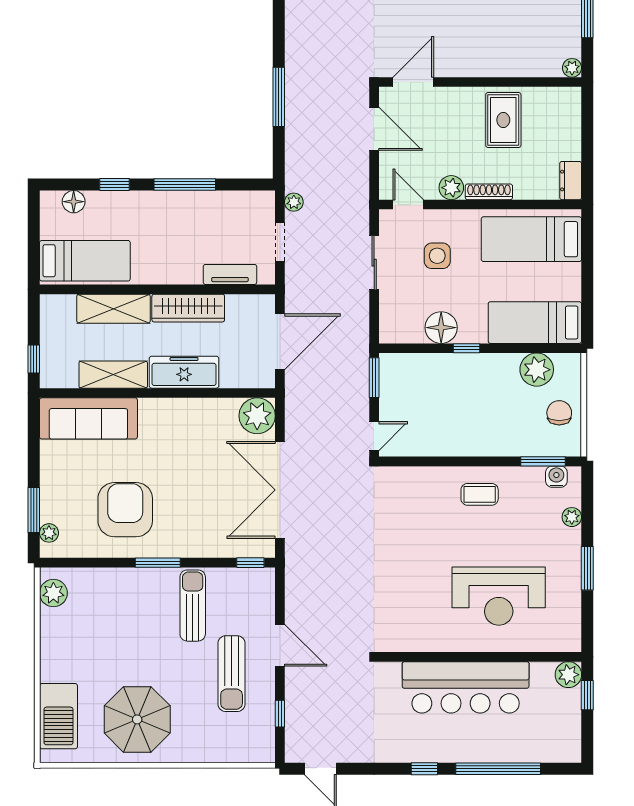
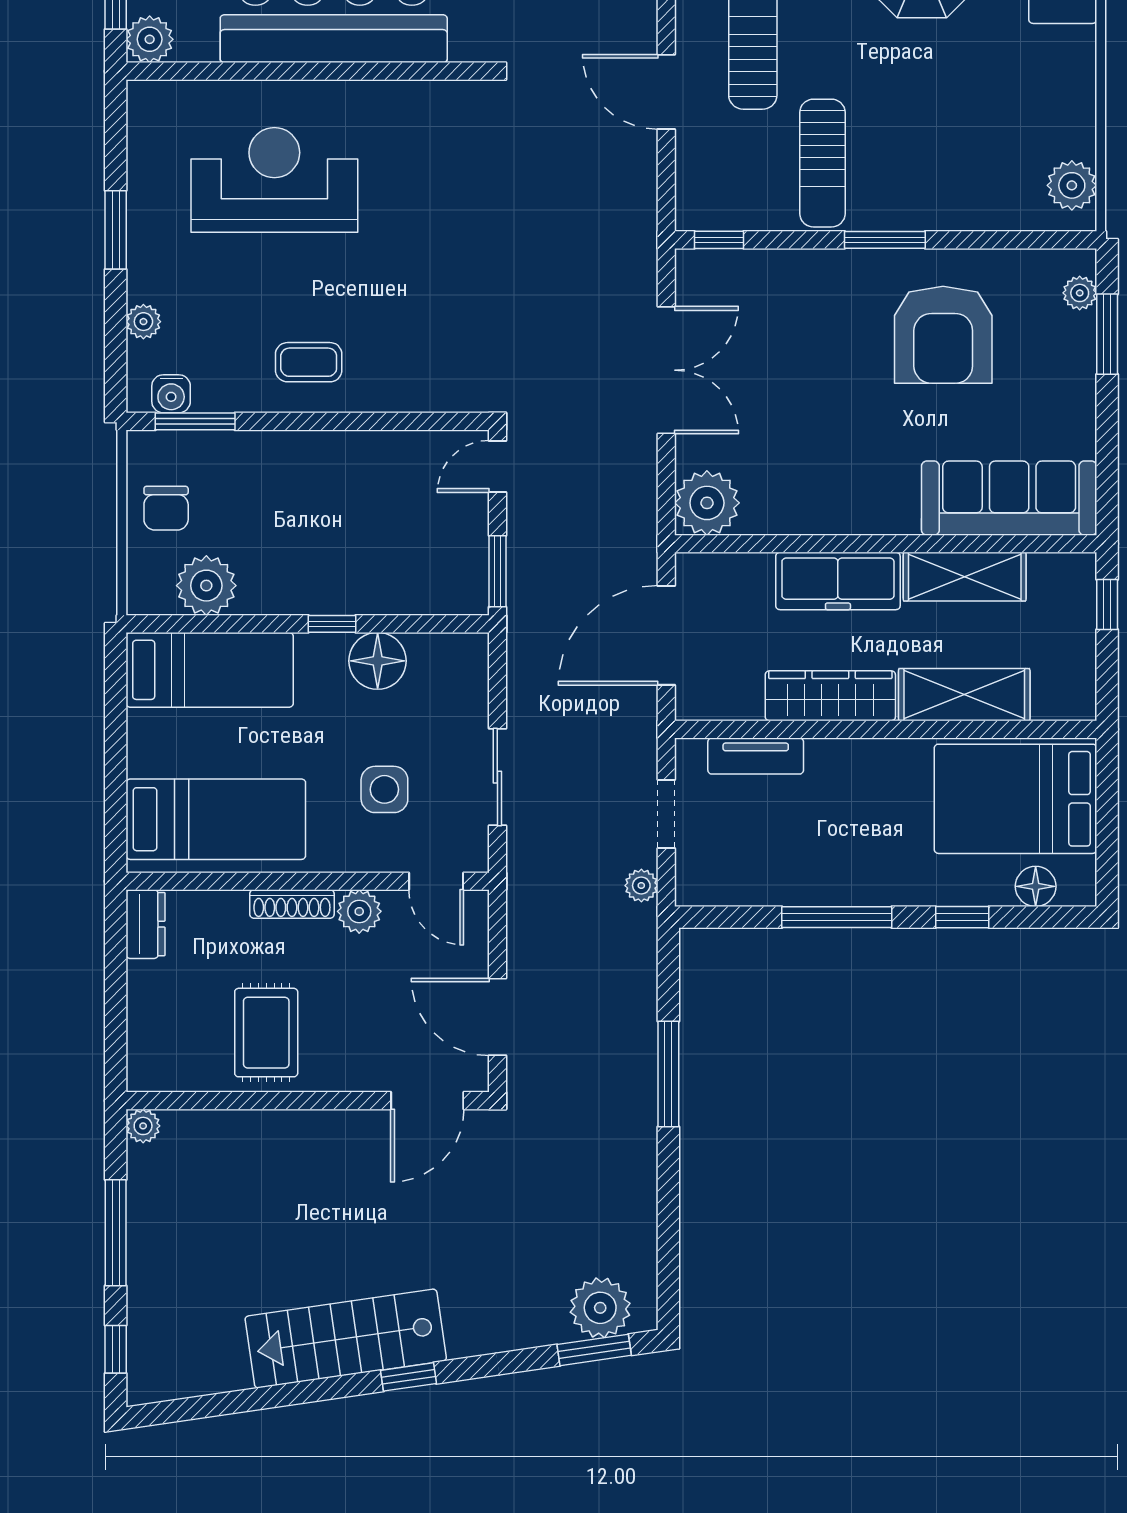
bed: (85, 261) -> (1015, 799), width x1.50
double door: (280, 490) -> (666, 370), width x0.73

